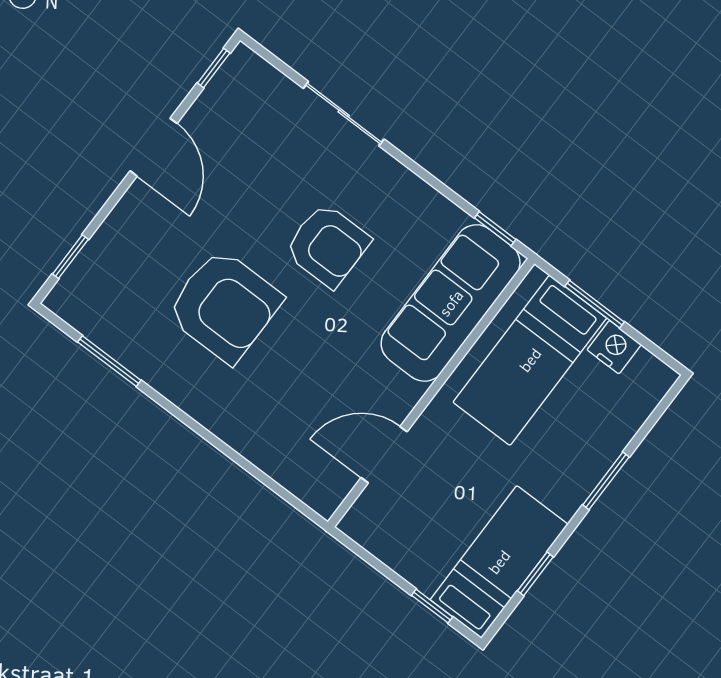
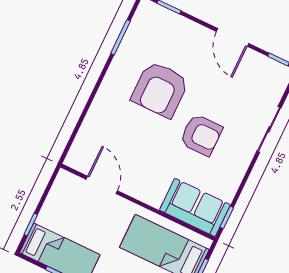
door: (154, 147) -> (233, 37), hinge flipped
armchair: (328, 245) -> (201, 135), turned -90
sofa: (451, 303) -> (195, 207), width x0.73

